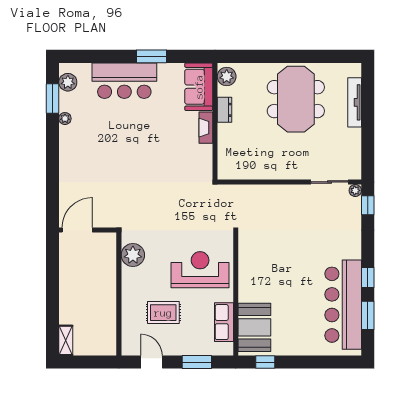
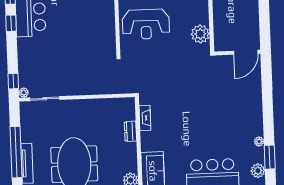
dresser: (224, 110) -> (130, 131), moved
window: (368, 117) -> (16, 152), added
fireplace: (206, 128) -> (145, 118), moved

